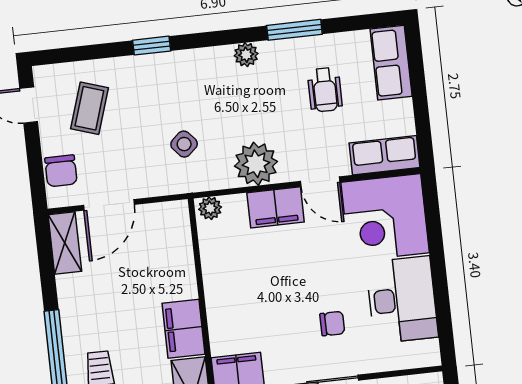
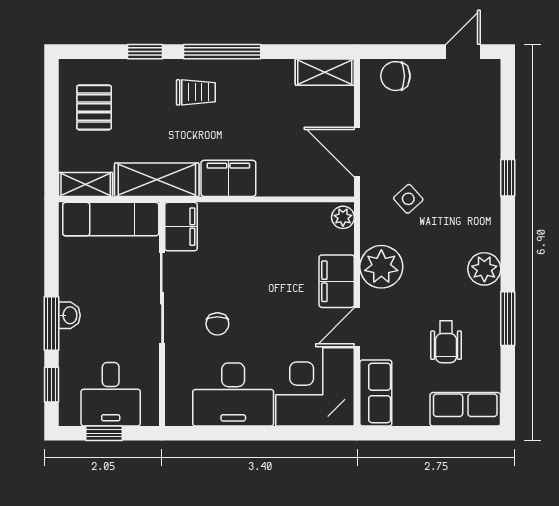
plant: (246, 55) -> (484, 269), width x1.38, depth x1.38
wheelchair: (325, 90) -> (446, 342), turned -90
coffee table: (89, 108) -> (453, 111), removed
door: (109, 205) -> (357, 152), moved

